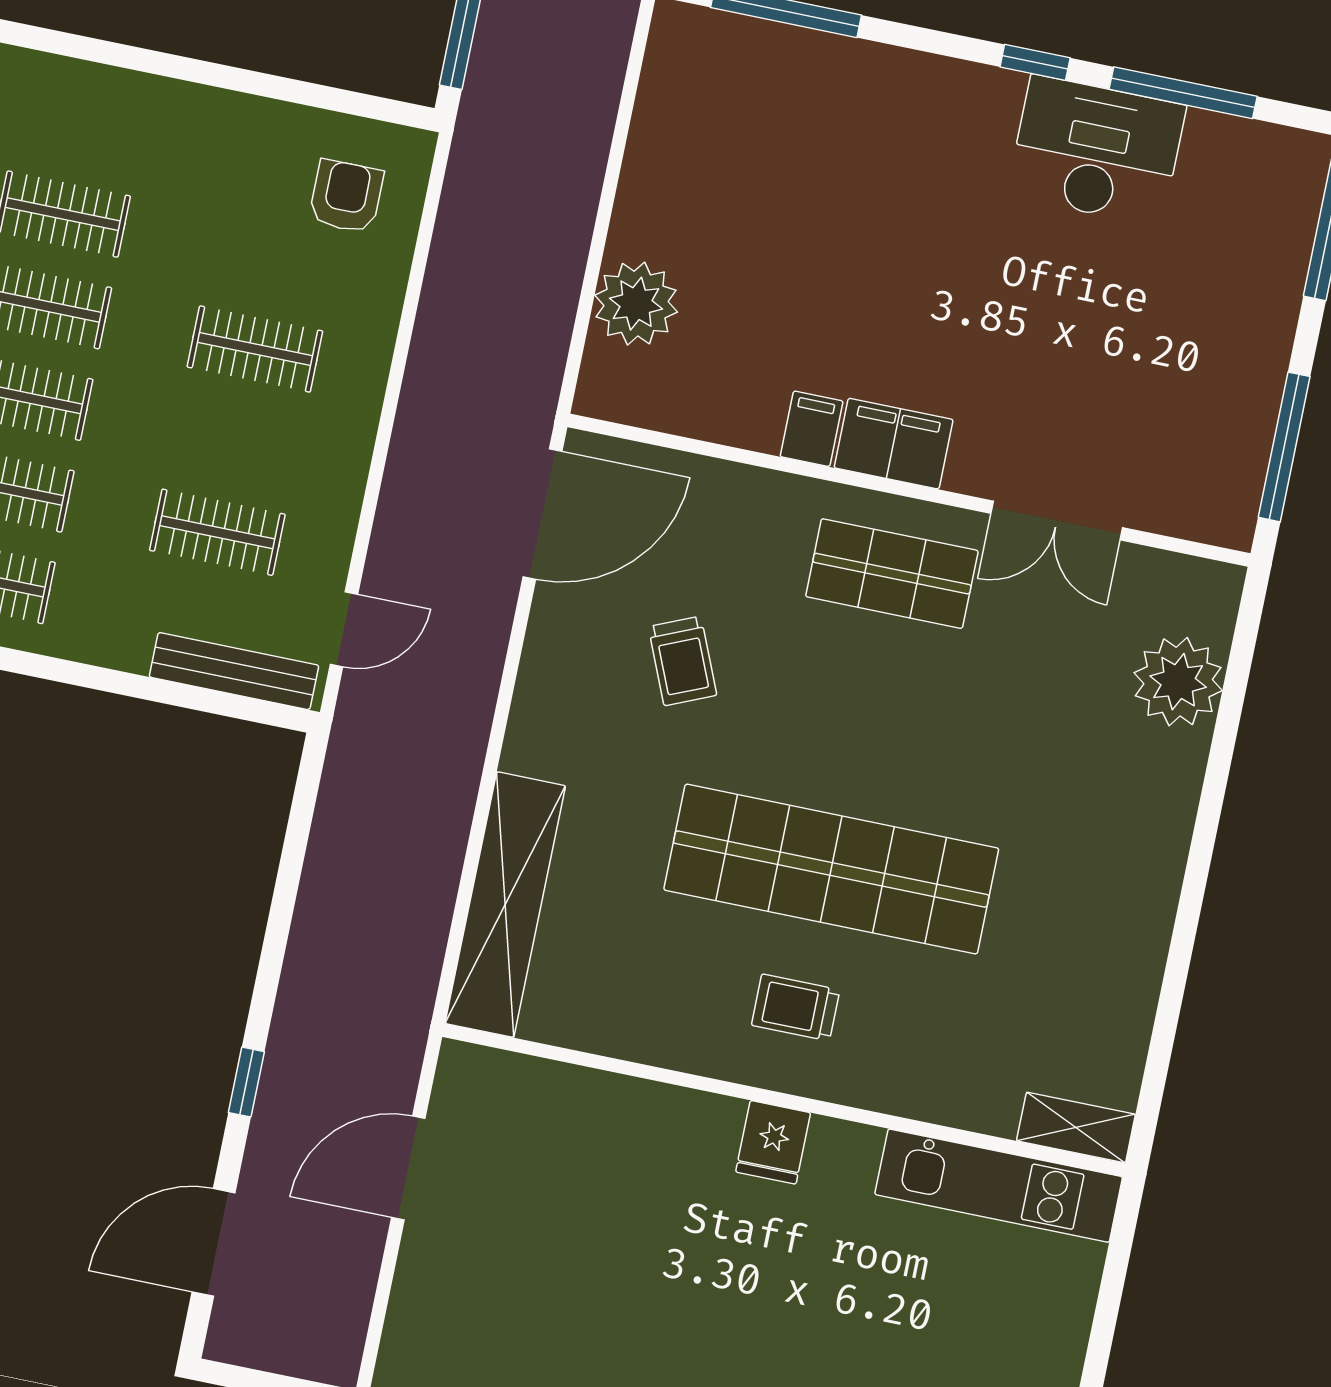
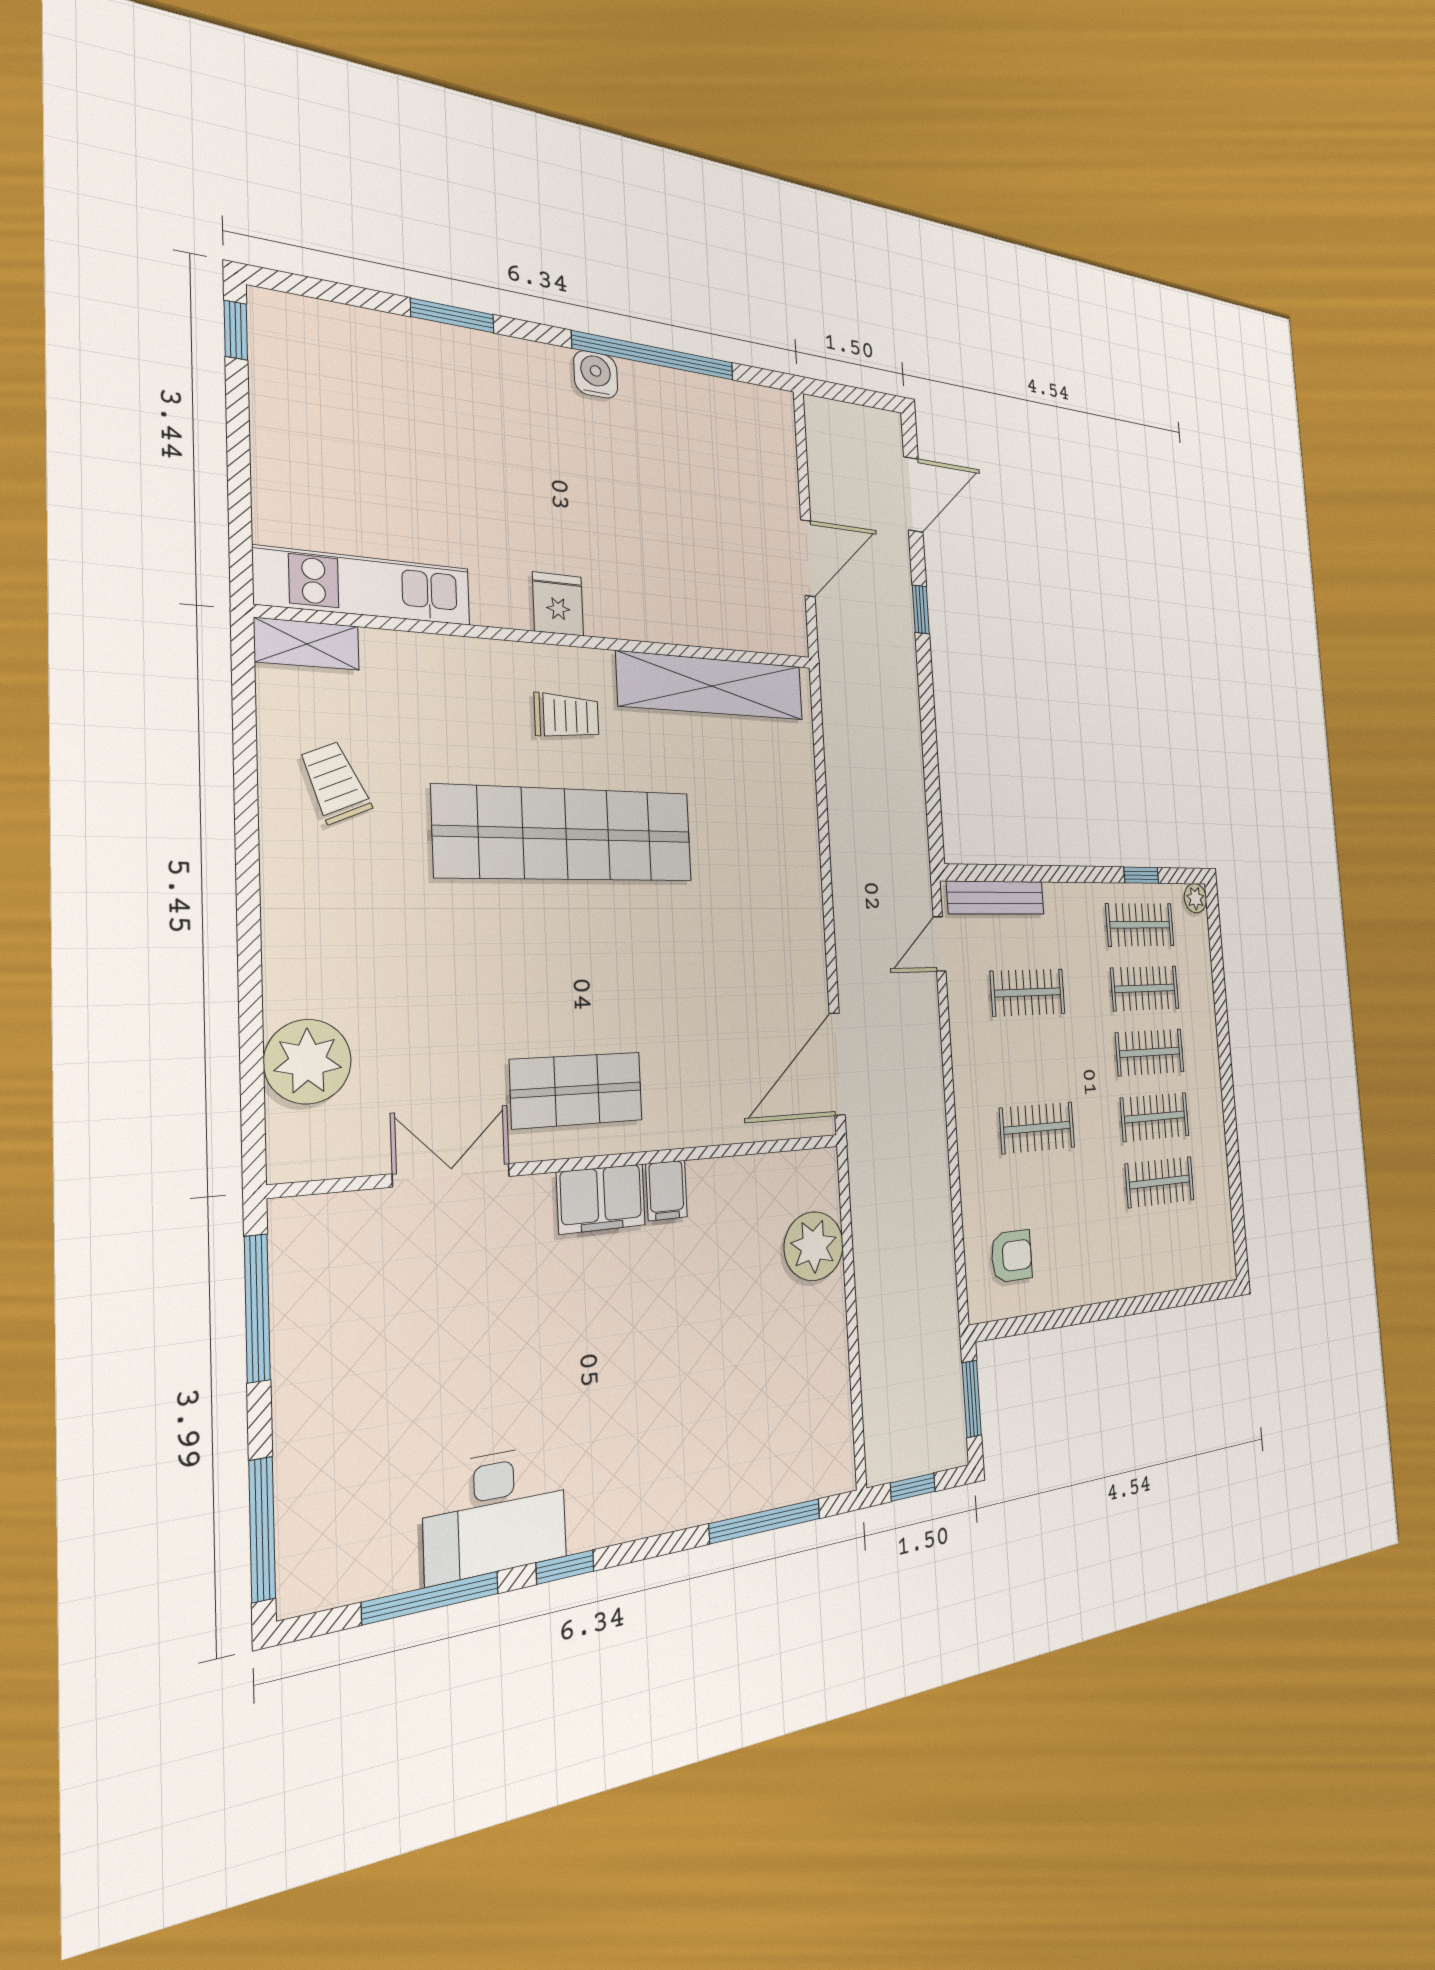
armchair: (346, 196) -> (1012, 1256), turned -90
trolley: (682, 661) -> (335, 783), moved
shelving: (505, 905) -> (712, 686), moved, turned 90

